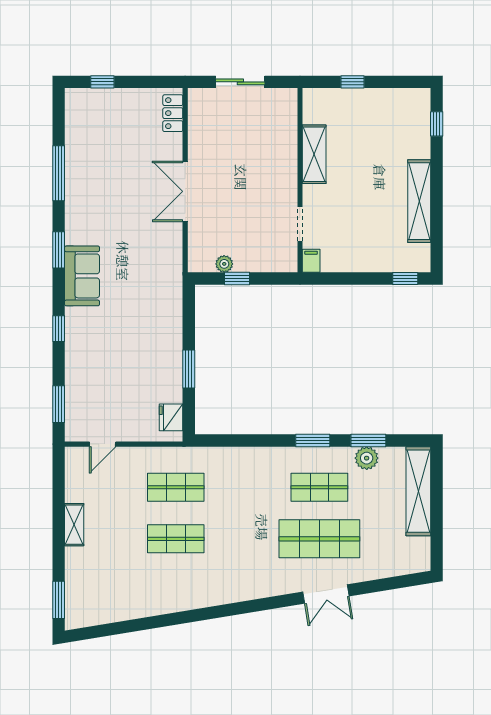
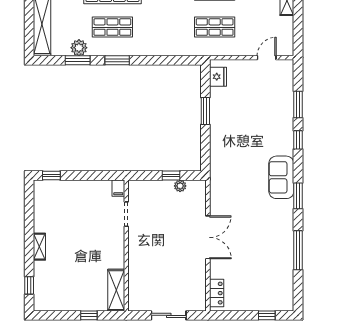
shelving: (314, 154) -> (116, 290), moved
shelving: (419, 201) -> (39, 247), width x0.45, depth x0.75
window: (59, 404) -> (298, 105), moved

